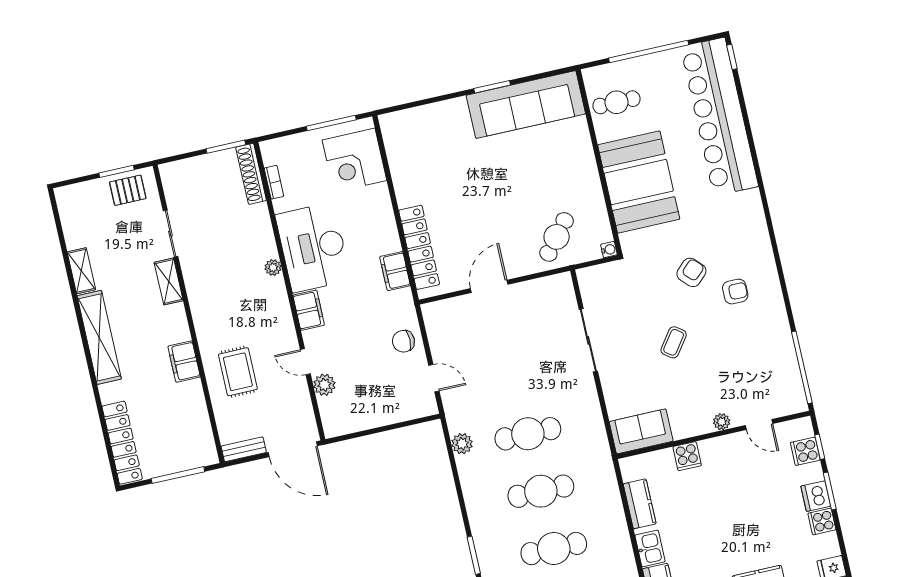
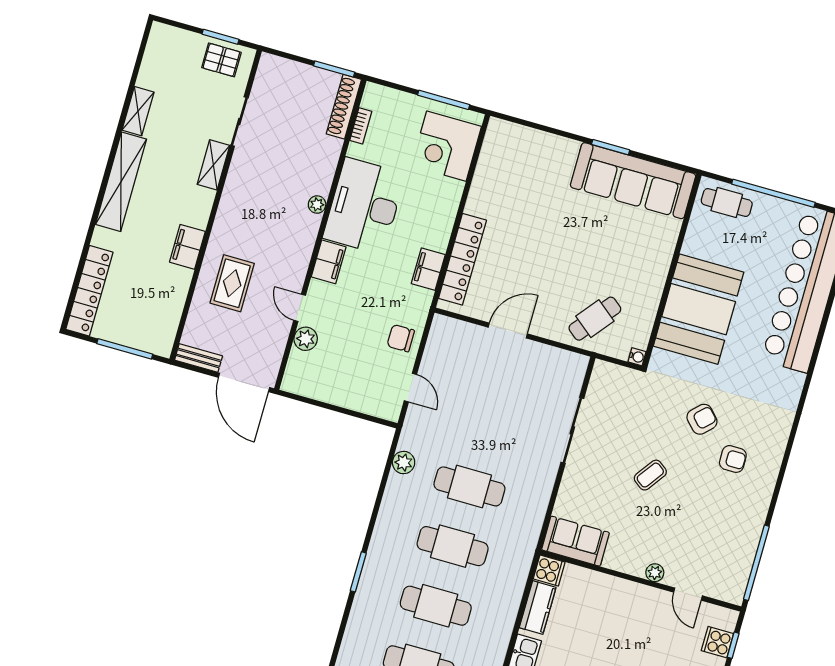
cafe table: (616, 102) -> (727, 202), moved
cooker: (687, 456) -> (549, 570), moved, turned -90

